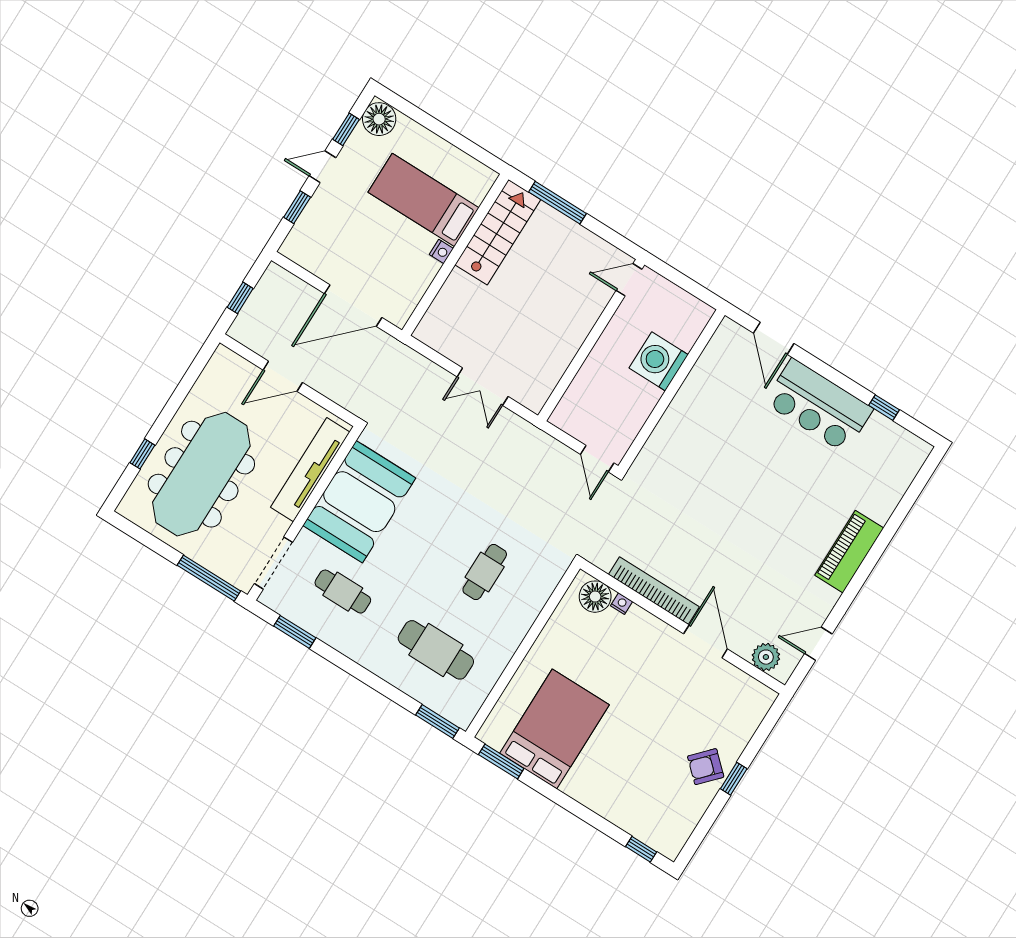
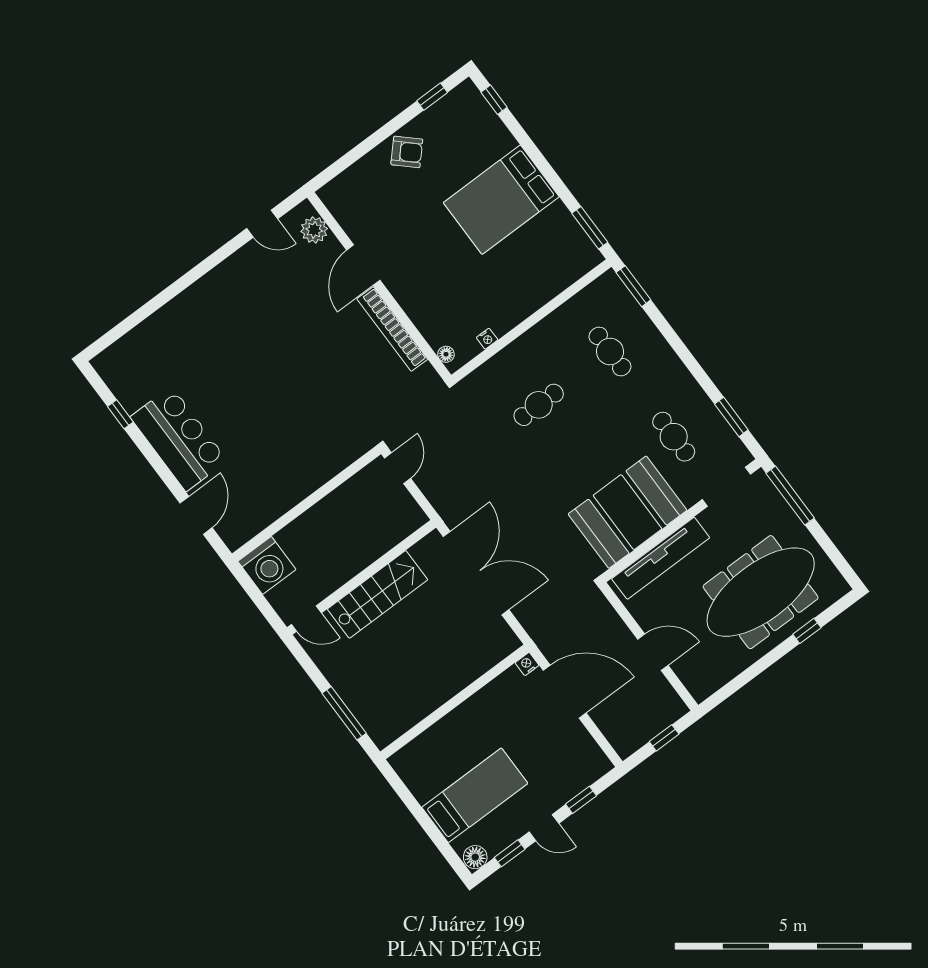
floor lamp: (379, 119) -> (475, 857), width x0.73, depth x0.73
bed: (423, 200) -> (475, 795), moved, turned -90
stairs: (498, 232) -> (378, 594), moved, turned 180
nightstand: (441, 252) -> (527, 664), moved
washing machine: (659, 361) -> (267, 565), moved
double door: (483, 387) -> (476, 573), width x1.87
piano: (849, 552) -> (202, 296), removed
floor lamp: (595, 597) -> (446, 354), width x0.53, depth x0.53
nightstand: (621, 604) -> (487, 339), moved, turned -90
cafe table: (436, 650) -> (610, 351), width x0.73, depth x0.74
bed: (554, 729) -> (501, 200), moved
window: (734, 779) -> (432, 97), moved

